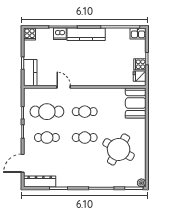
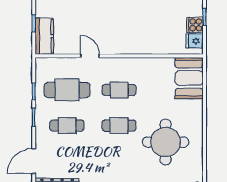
round table: (119, 150) -> (166, 142), turned -30

